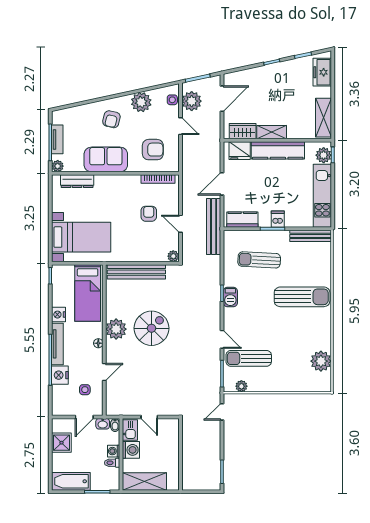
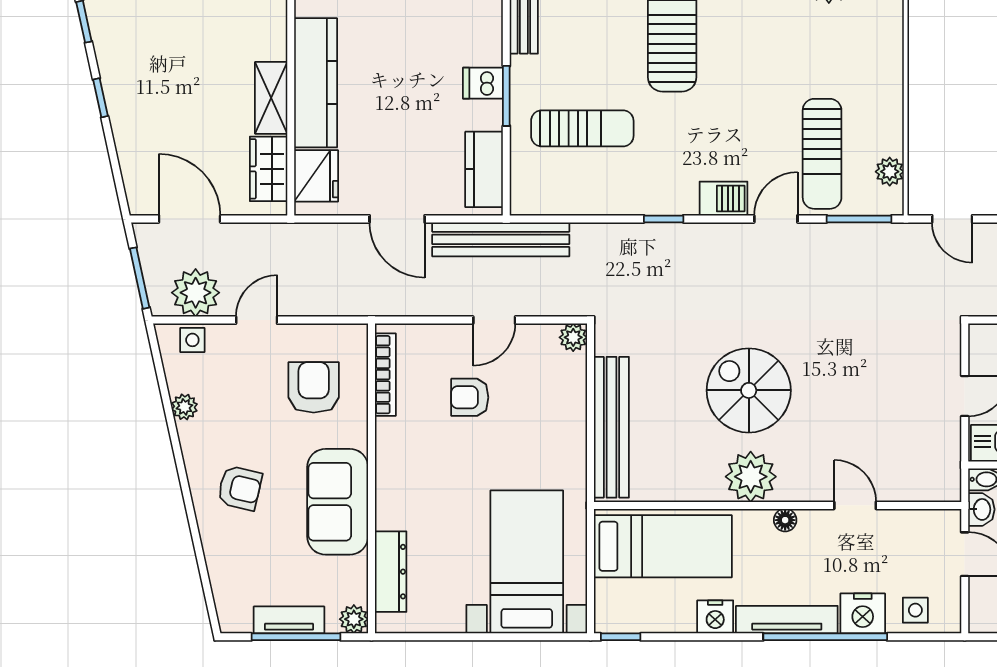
plant: (141, 102) -> (184, 407), width x0.53, depth x0.53
sun lounger: (259, 260) -> (582, 128), turned -93
barbecue: (230, 297) -> (723, 199), moved
side table: (85, 390) -> (915, 610), moved

